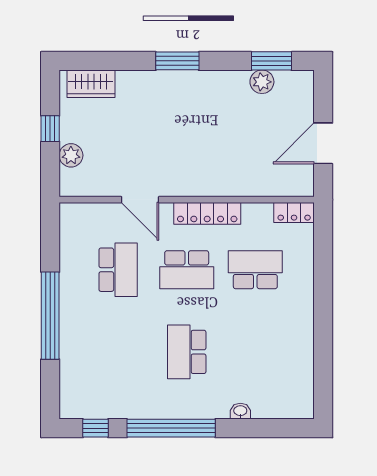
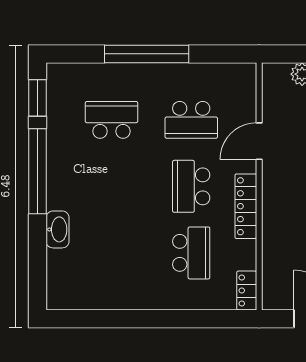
school desk: (187, 352) -> (112, 120), moved
washbasin: (240, 411) -> (58, 229), width x1.91, depth x1.45
window: (95, 428) -> (37, 98), width x1.50

